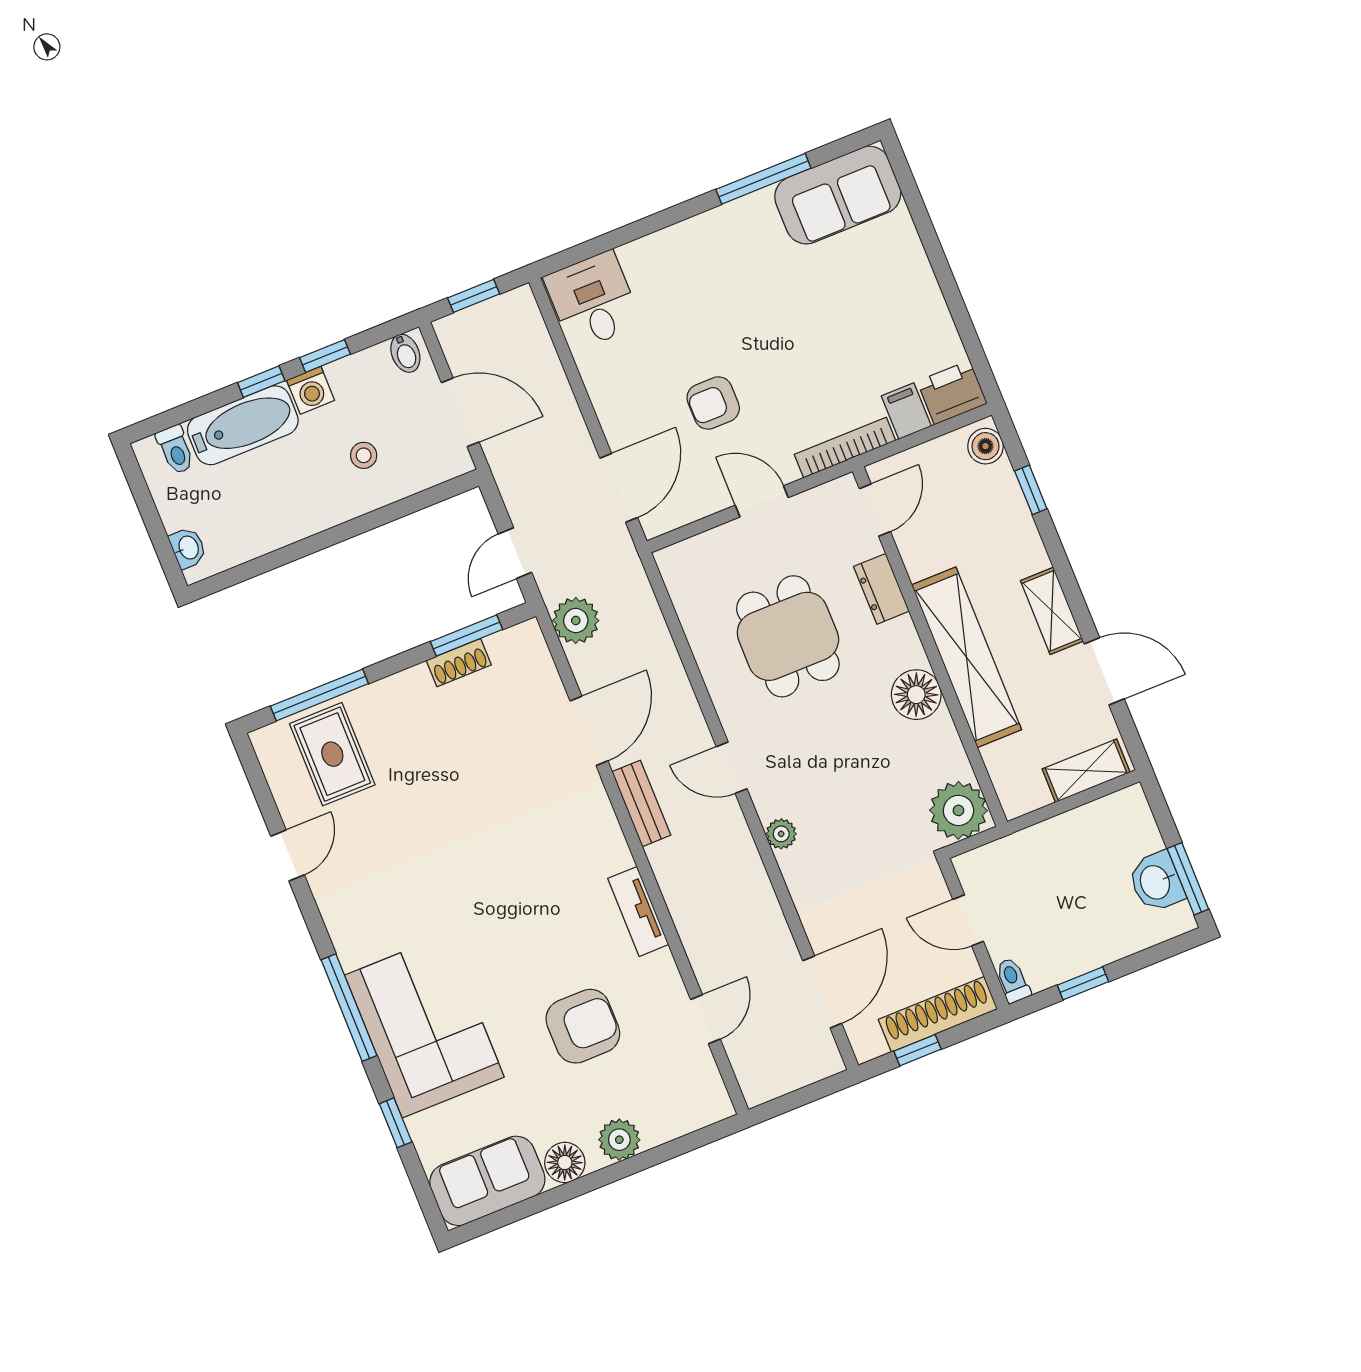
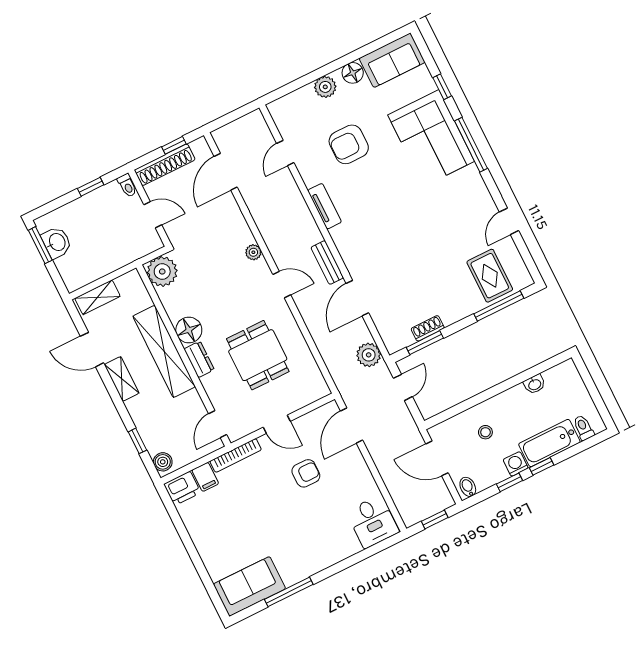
washbasin: (188, 548) -> (535, 384), moved, turned -90
dresser: (881, 589) -> (199, 359), moved

